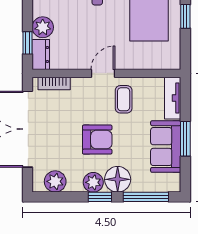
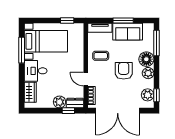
window: (185, 16) -> (67, 20), moved
door: (103, 73) -> (86, 79), moved
window: (100, 197) -> (156, 95), moved

